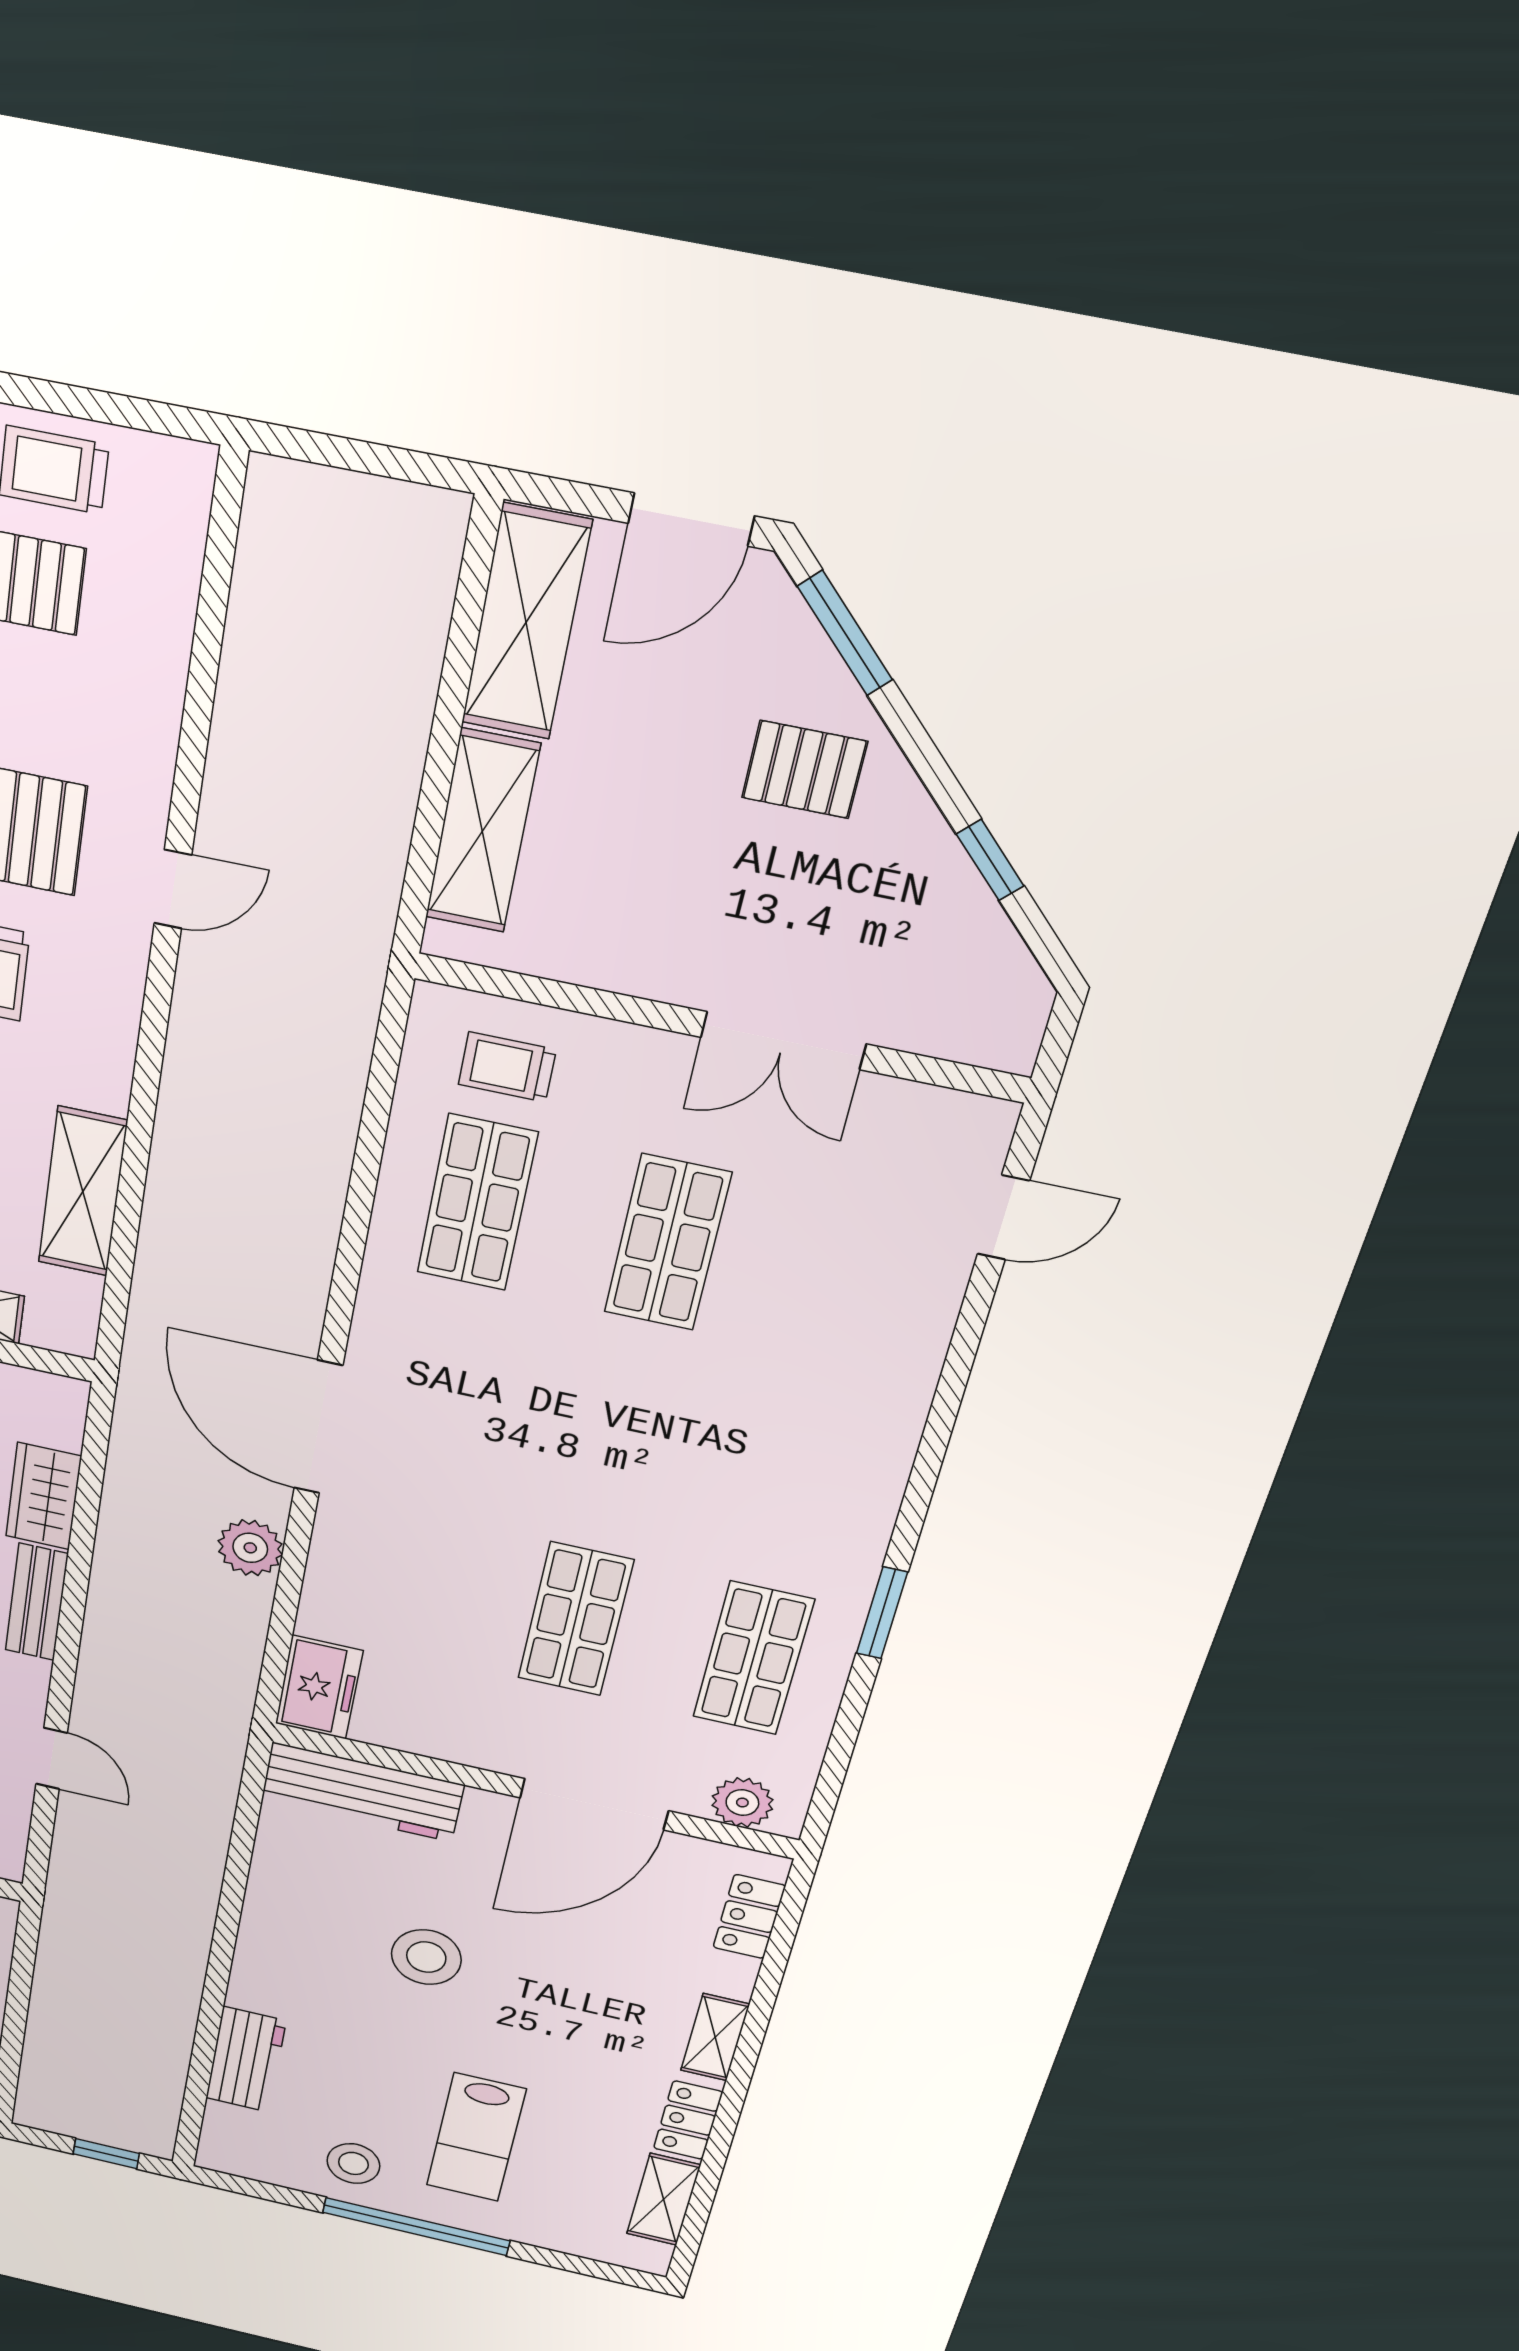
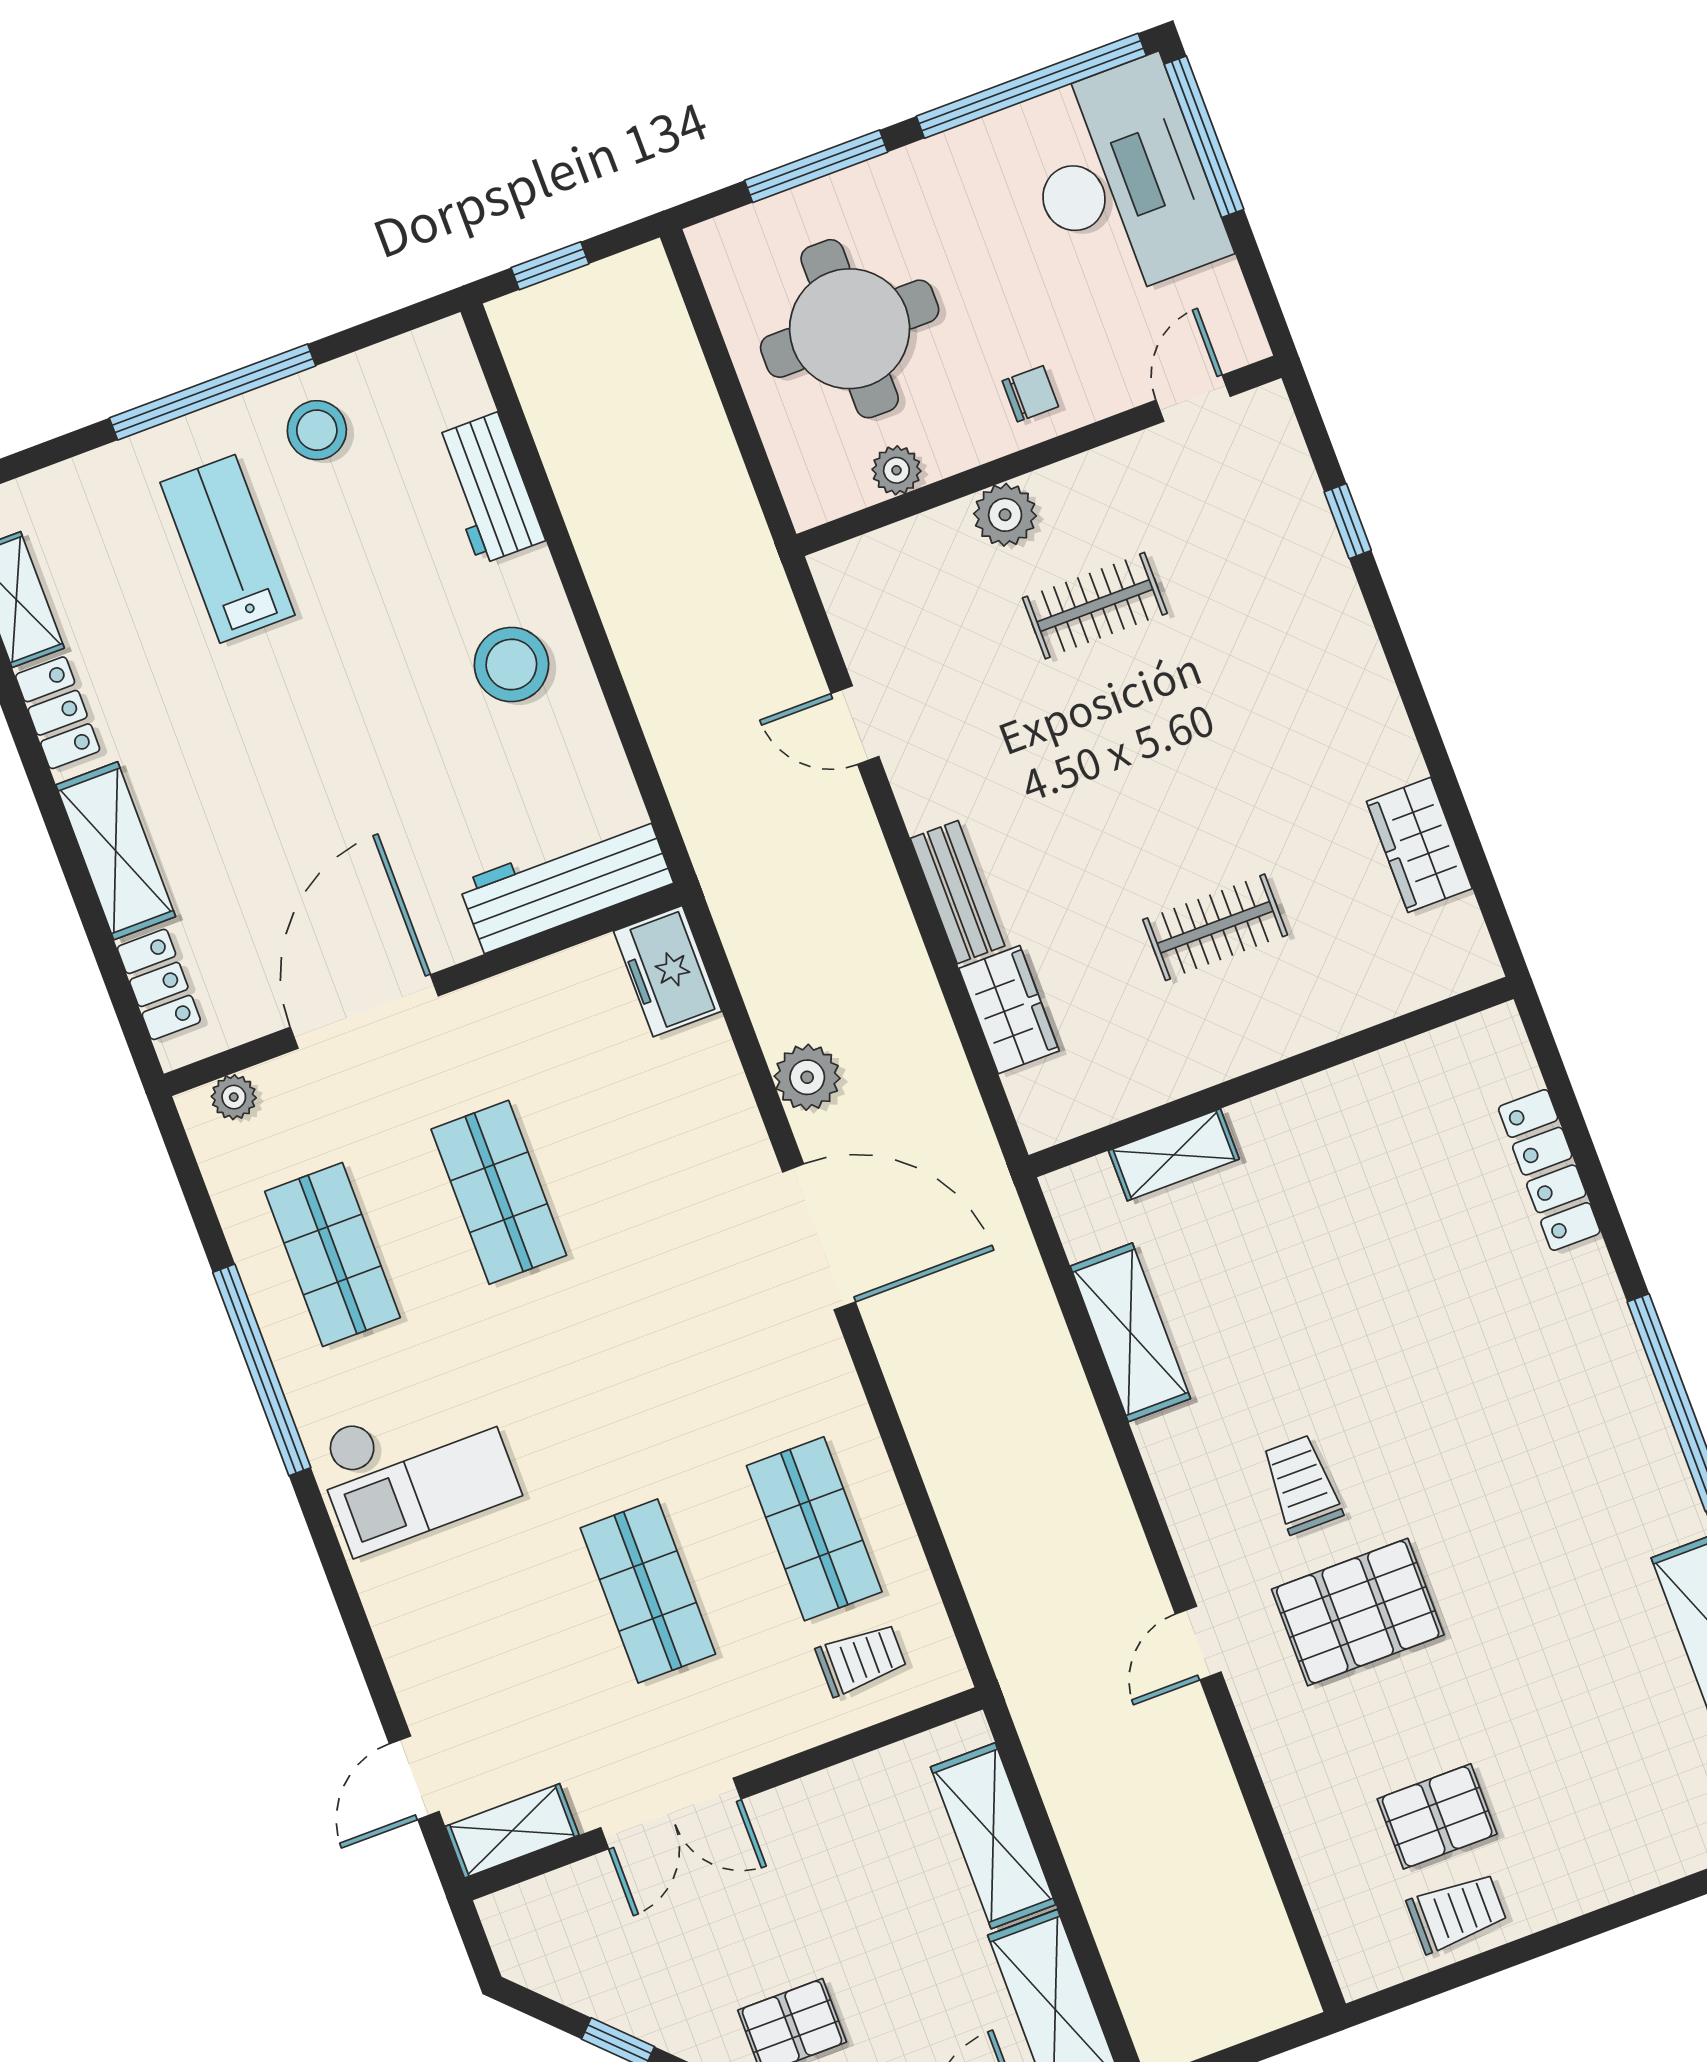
double door: (783, 1041) -> (671, 1813), swing flipped
shelving: (947, 1117) -> (512, 1831), added
checkout: (805, 1463) -> (416, 1468), added
window: (882, 1613) -> (262, 1370), width x2.11
plant: (742, 1803) -> (234, 1097), width x0.73, depth x0.73
stool: (426, 1957) -> (511, 664), moved
shelving: (715, 2037) -> (116, 851), width x1.50, depth x1.33

